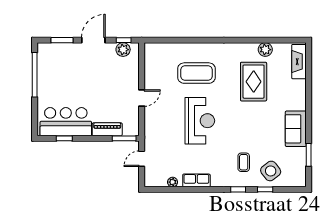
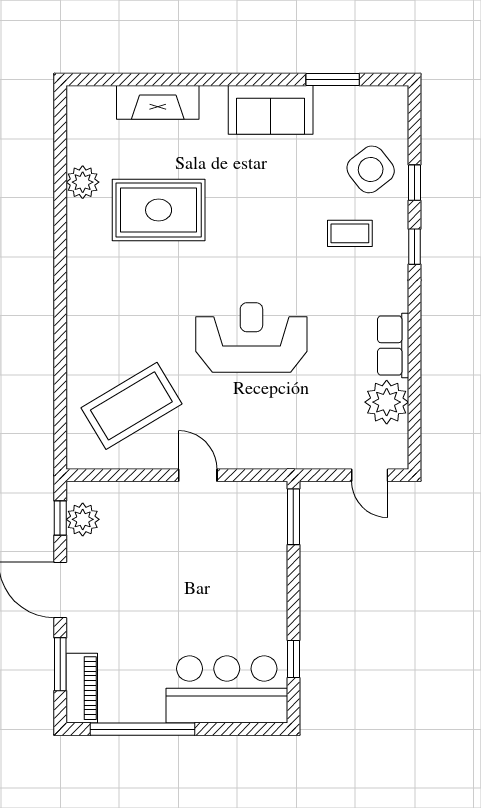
fireplace: (299, 62) -> (158, 102), moved
coffee table: (196, 73) -> (131, 406), moved, turned 59
bar counter: (66, 122) -> (227, 689), moved, turned 90
piano: (107, 129) -> (82, 688), moved, turned 180
door: (142, 159) -> (370, 475), moved
plant: (173, 182) -> (387, 402), width x1.88, depth x1.88

